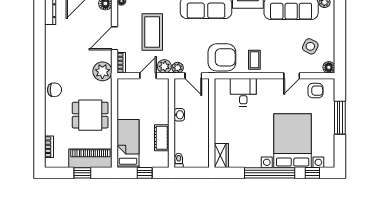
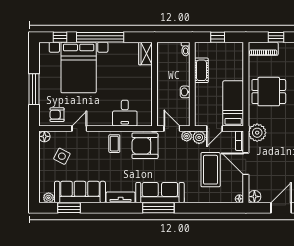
door: (115, 38) -> (246, 164), swing flipped
bed: (128, 144) -> (233, 103), moved, turned 180
piano: (90, 158) -> (263, 49), width x0.73, depth x0.75

